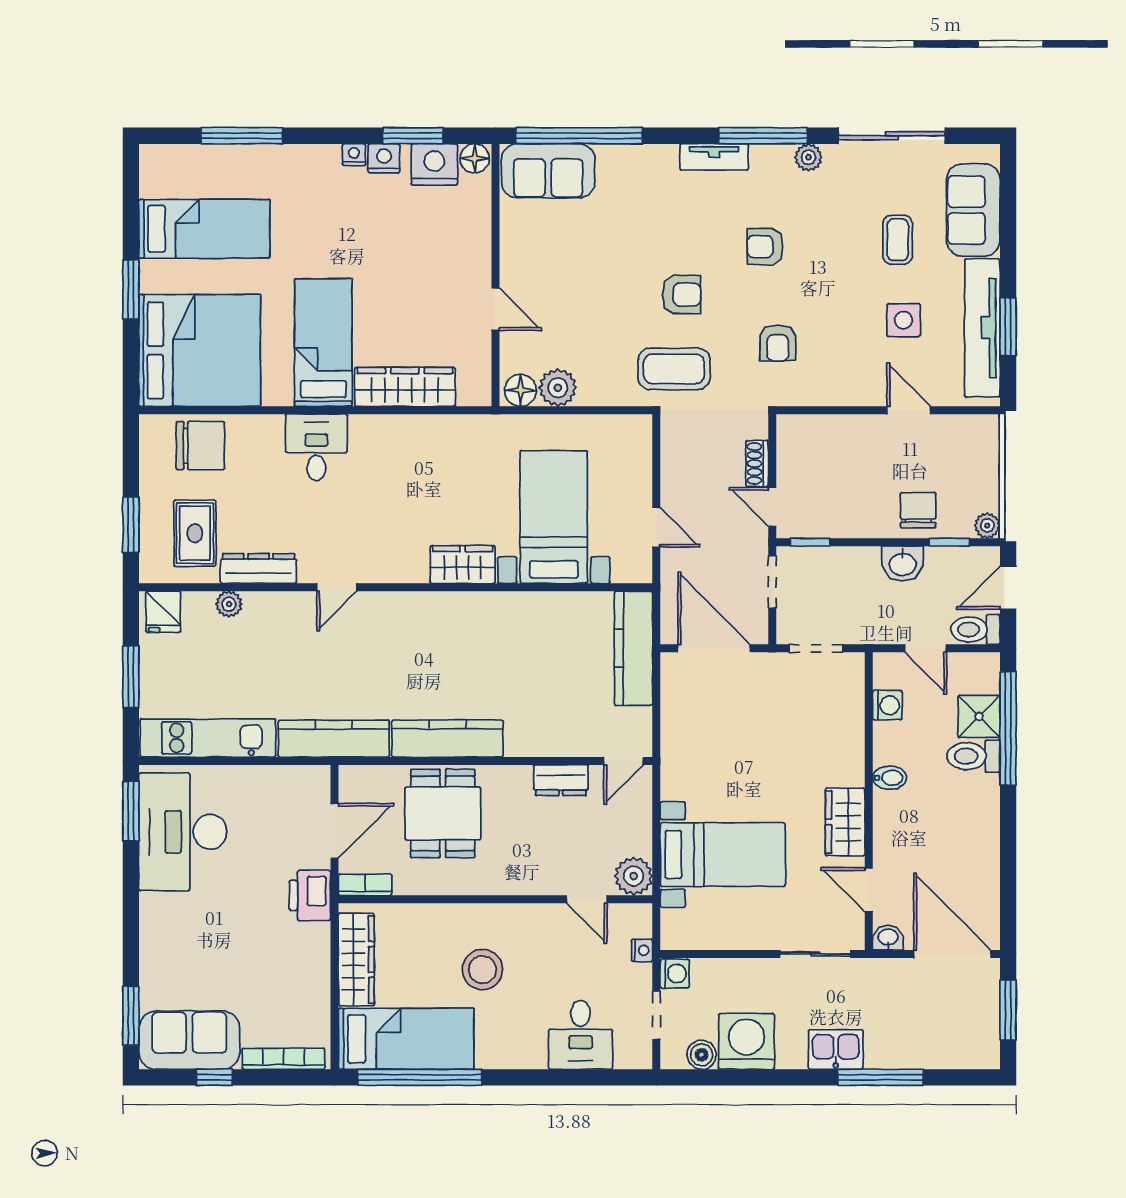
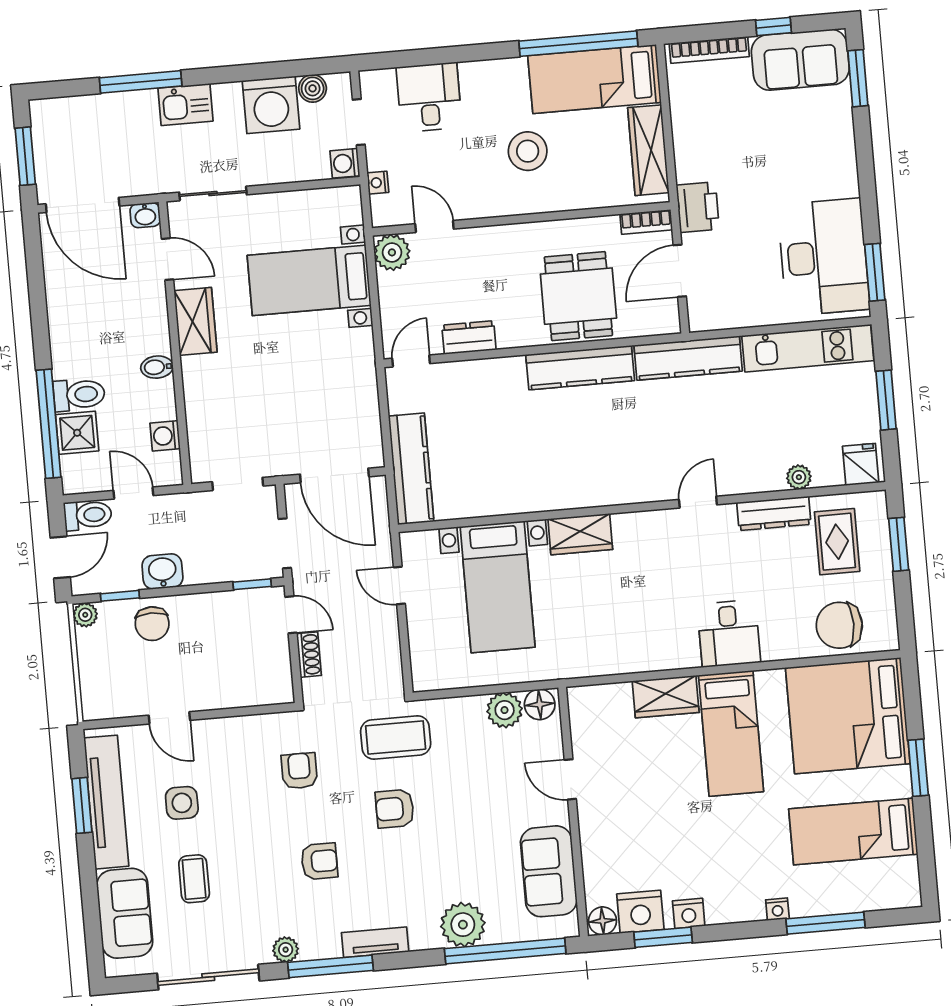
nightstand: (354, 155) -> (777, 909), moved
plant: (621, 167) -> (463, 925), added
sofa: (548, 171) -> (549, 871), moved, turned -90
wardrobe: (405, 387) -> (666, 697), width x0.67

